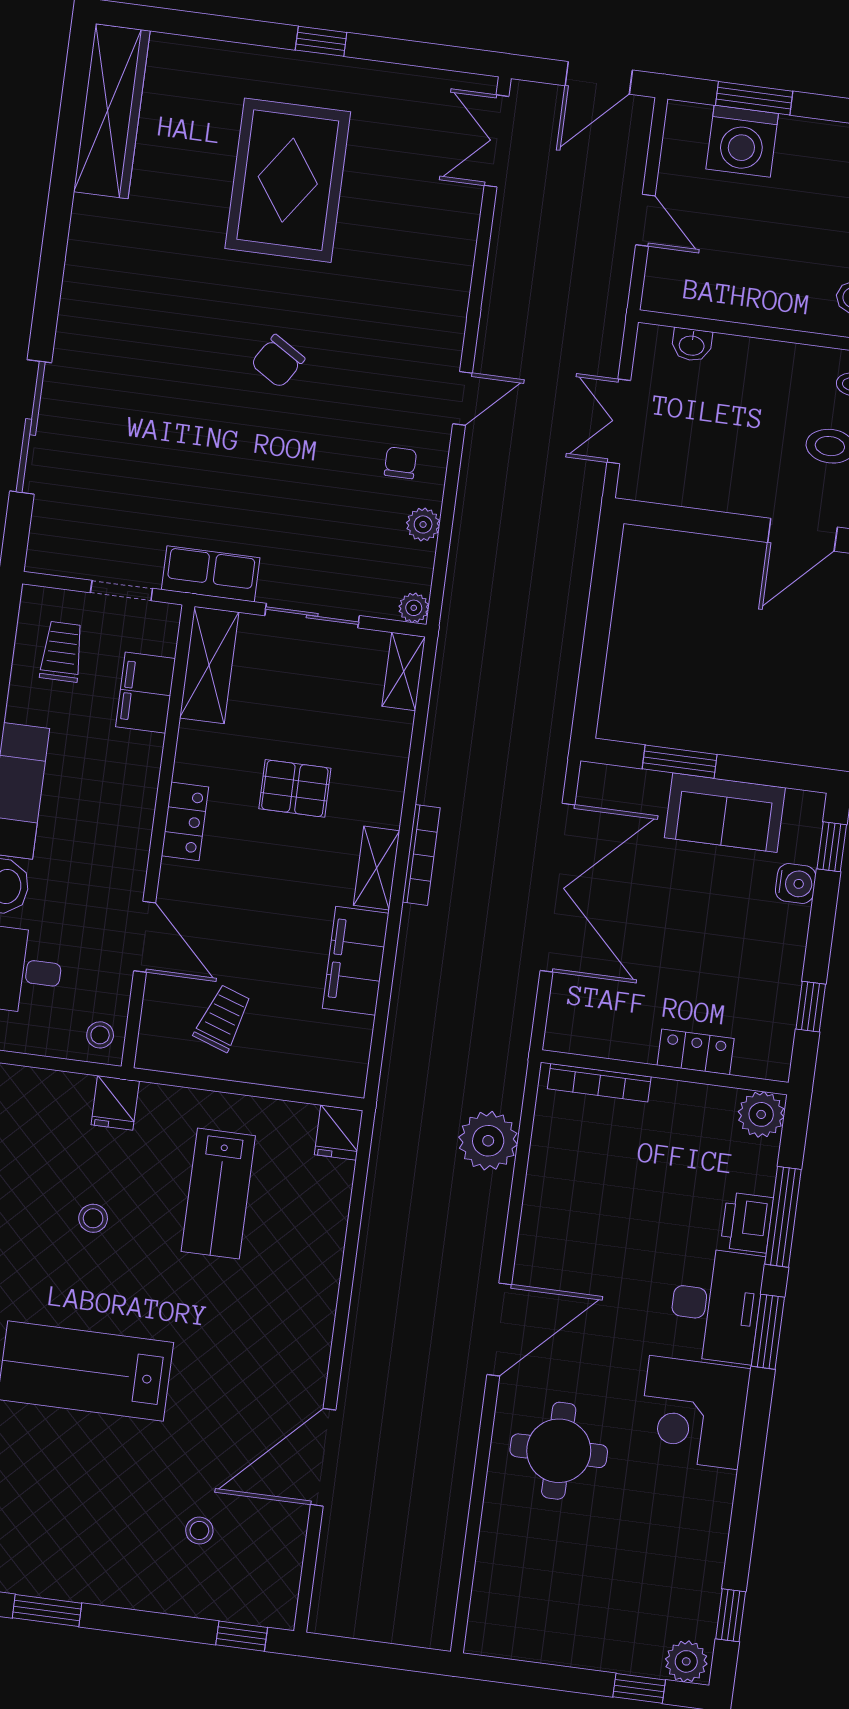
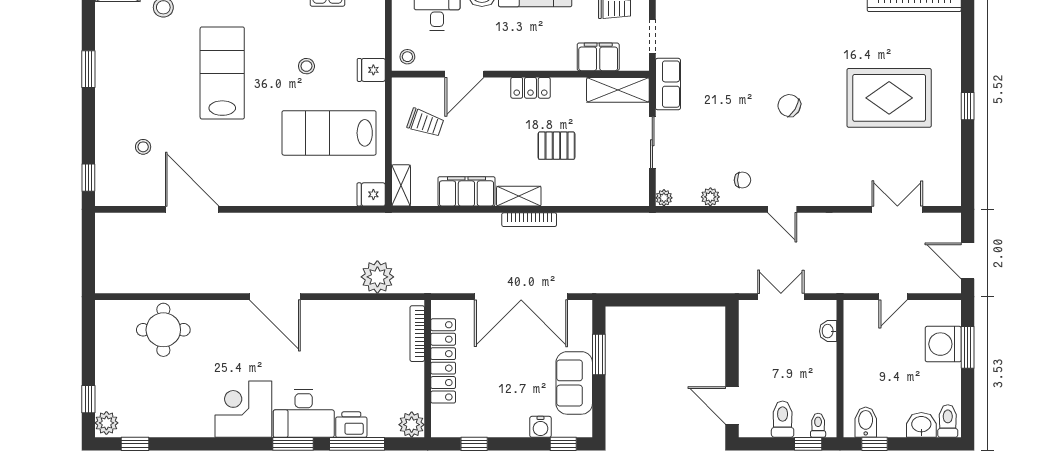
double door: (496, 141) -> (897, 209), moved
shelving: (404, 671) -> (401, 185), moved, turned 90
pallet: (295, 788) -> (556, 146), turned 90
locker: (696, 1052) -> (443, 361), width x2.16, depth x1.21
lab bench: (218, 1194) -> (329, 133), width x1.36, depth x1.39
round table: (559, 1451) -> (163, 330), moved

